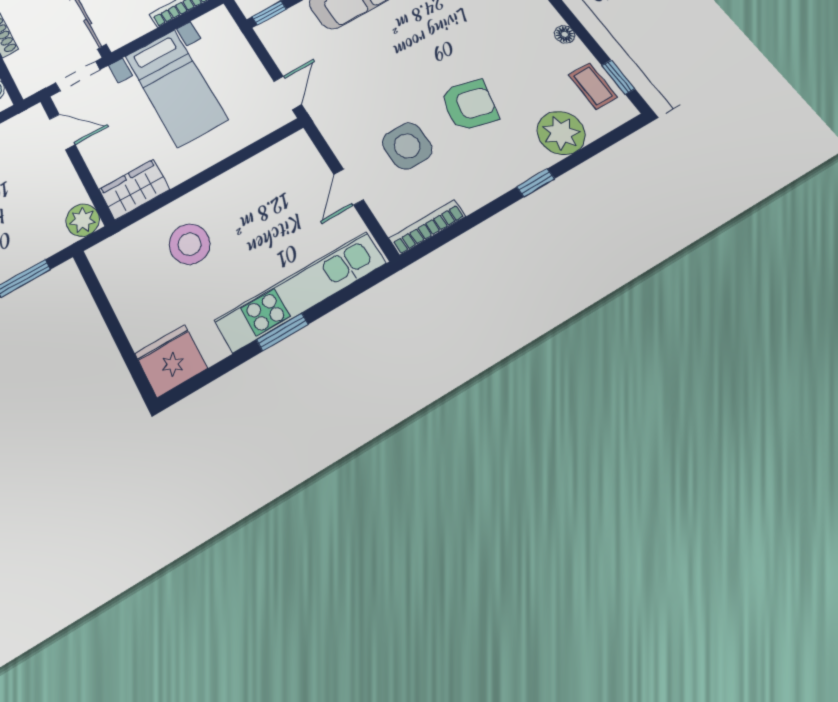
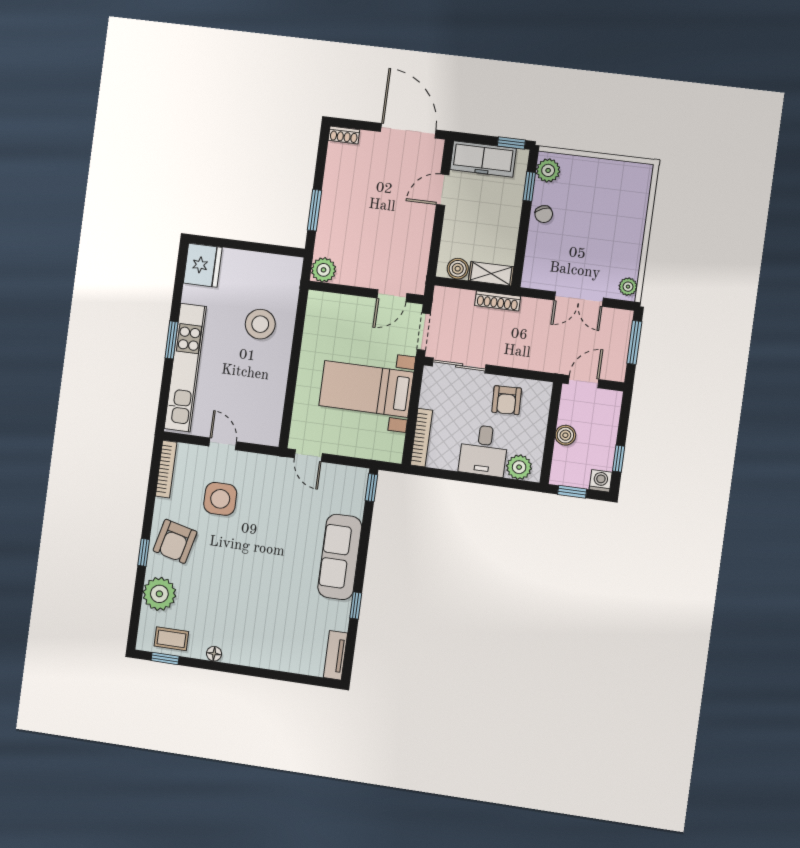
armchair: (469, 105) -> (175, 541), moved
wardrobe: (134, 189) -> (319, 315), removed

